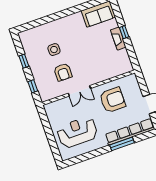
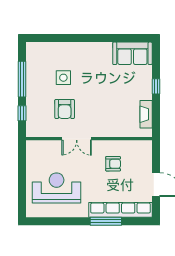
fireplace: (118, 39) -> (146, 114), moved
window: (24, 61) -> (22, 79), width x2.17
armchair: (113, 100) -> (113, 164), width x0.53, depth x0.53

